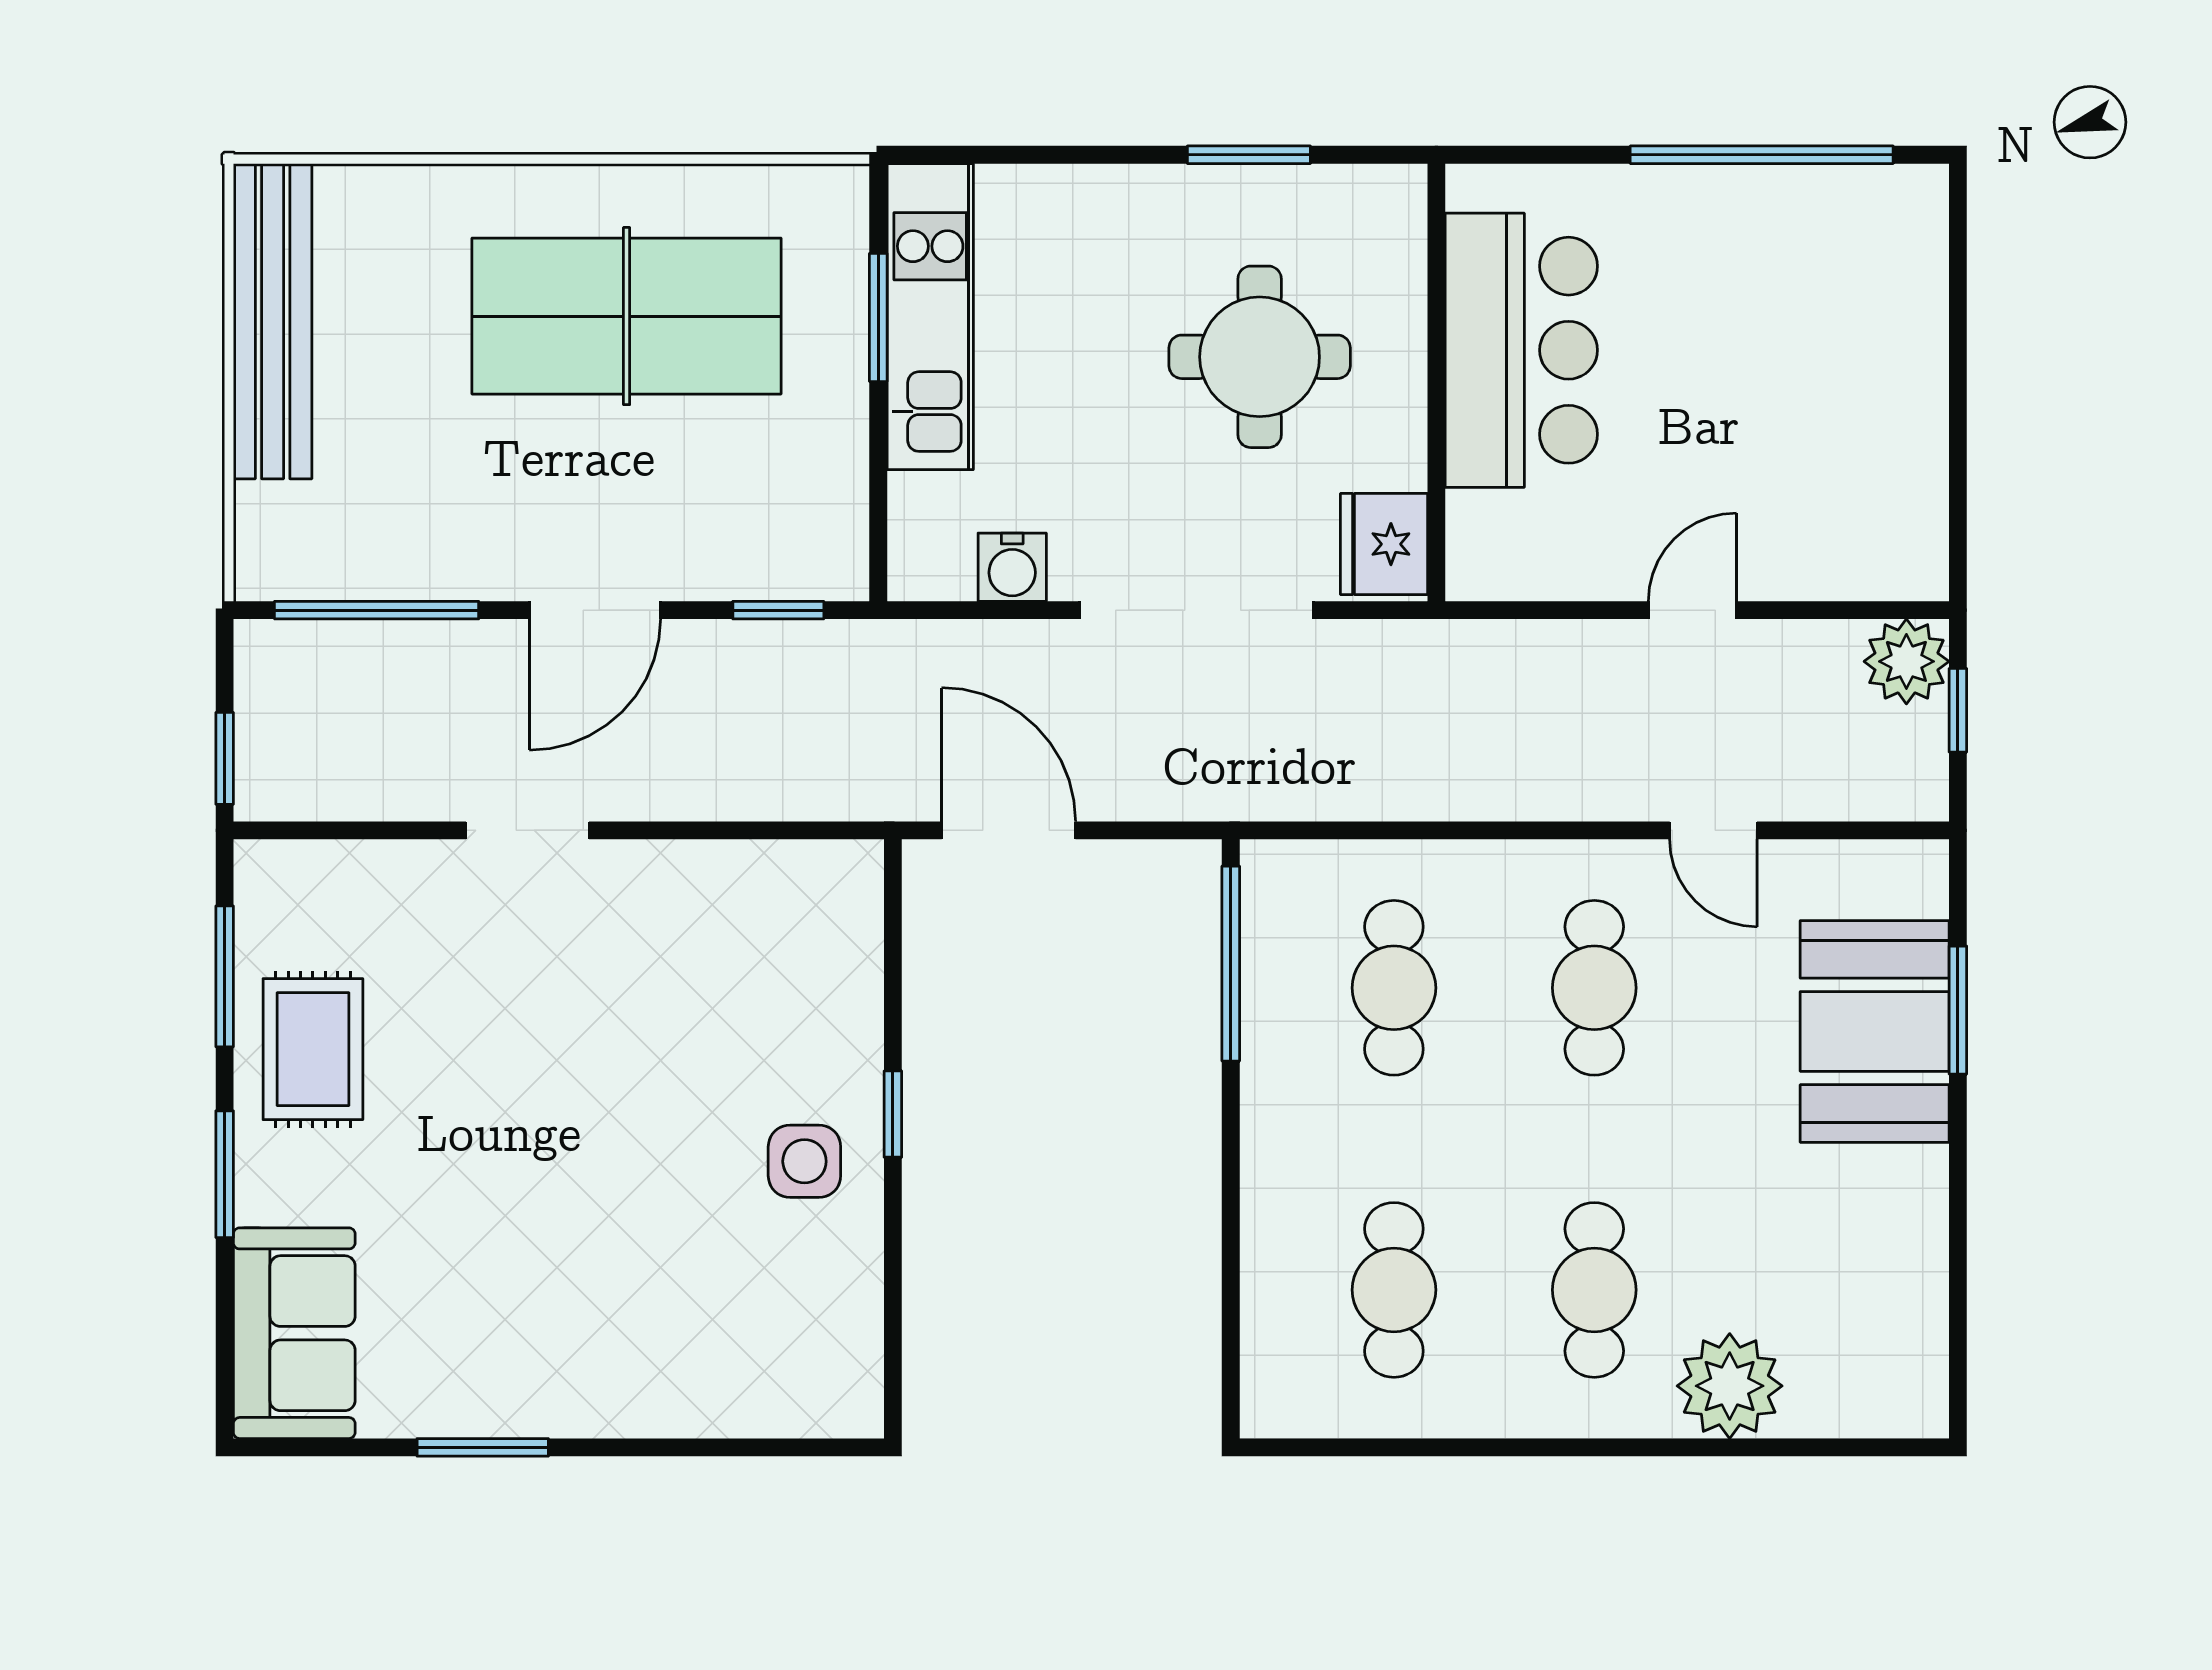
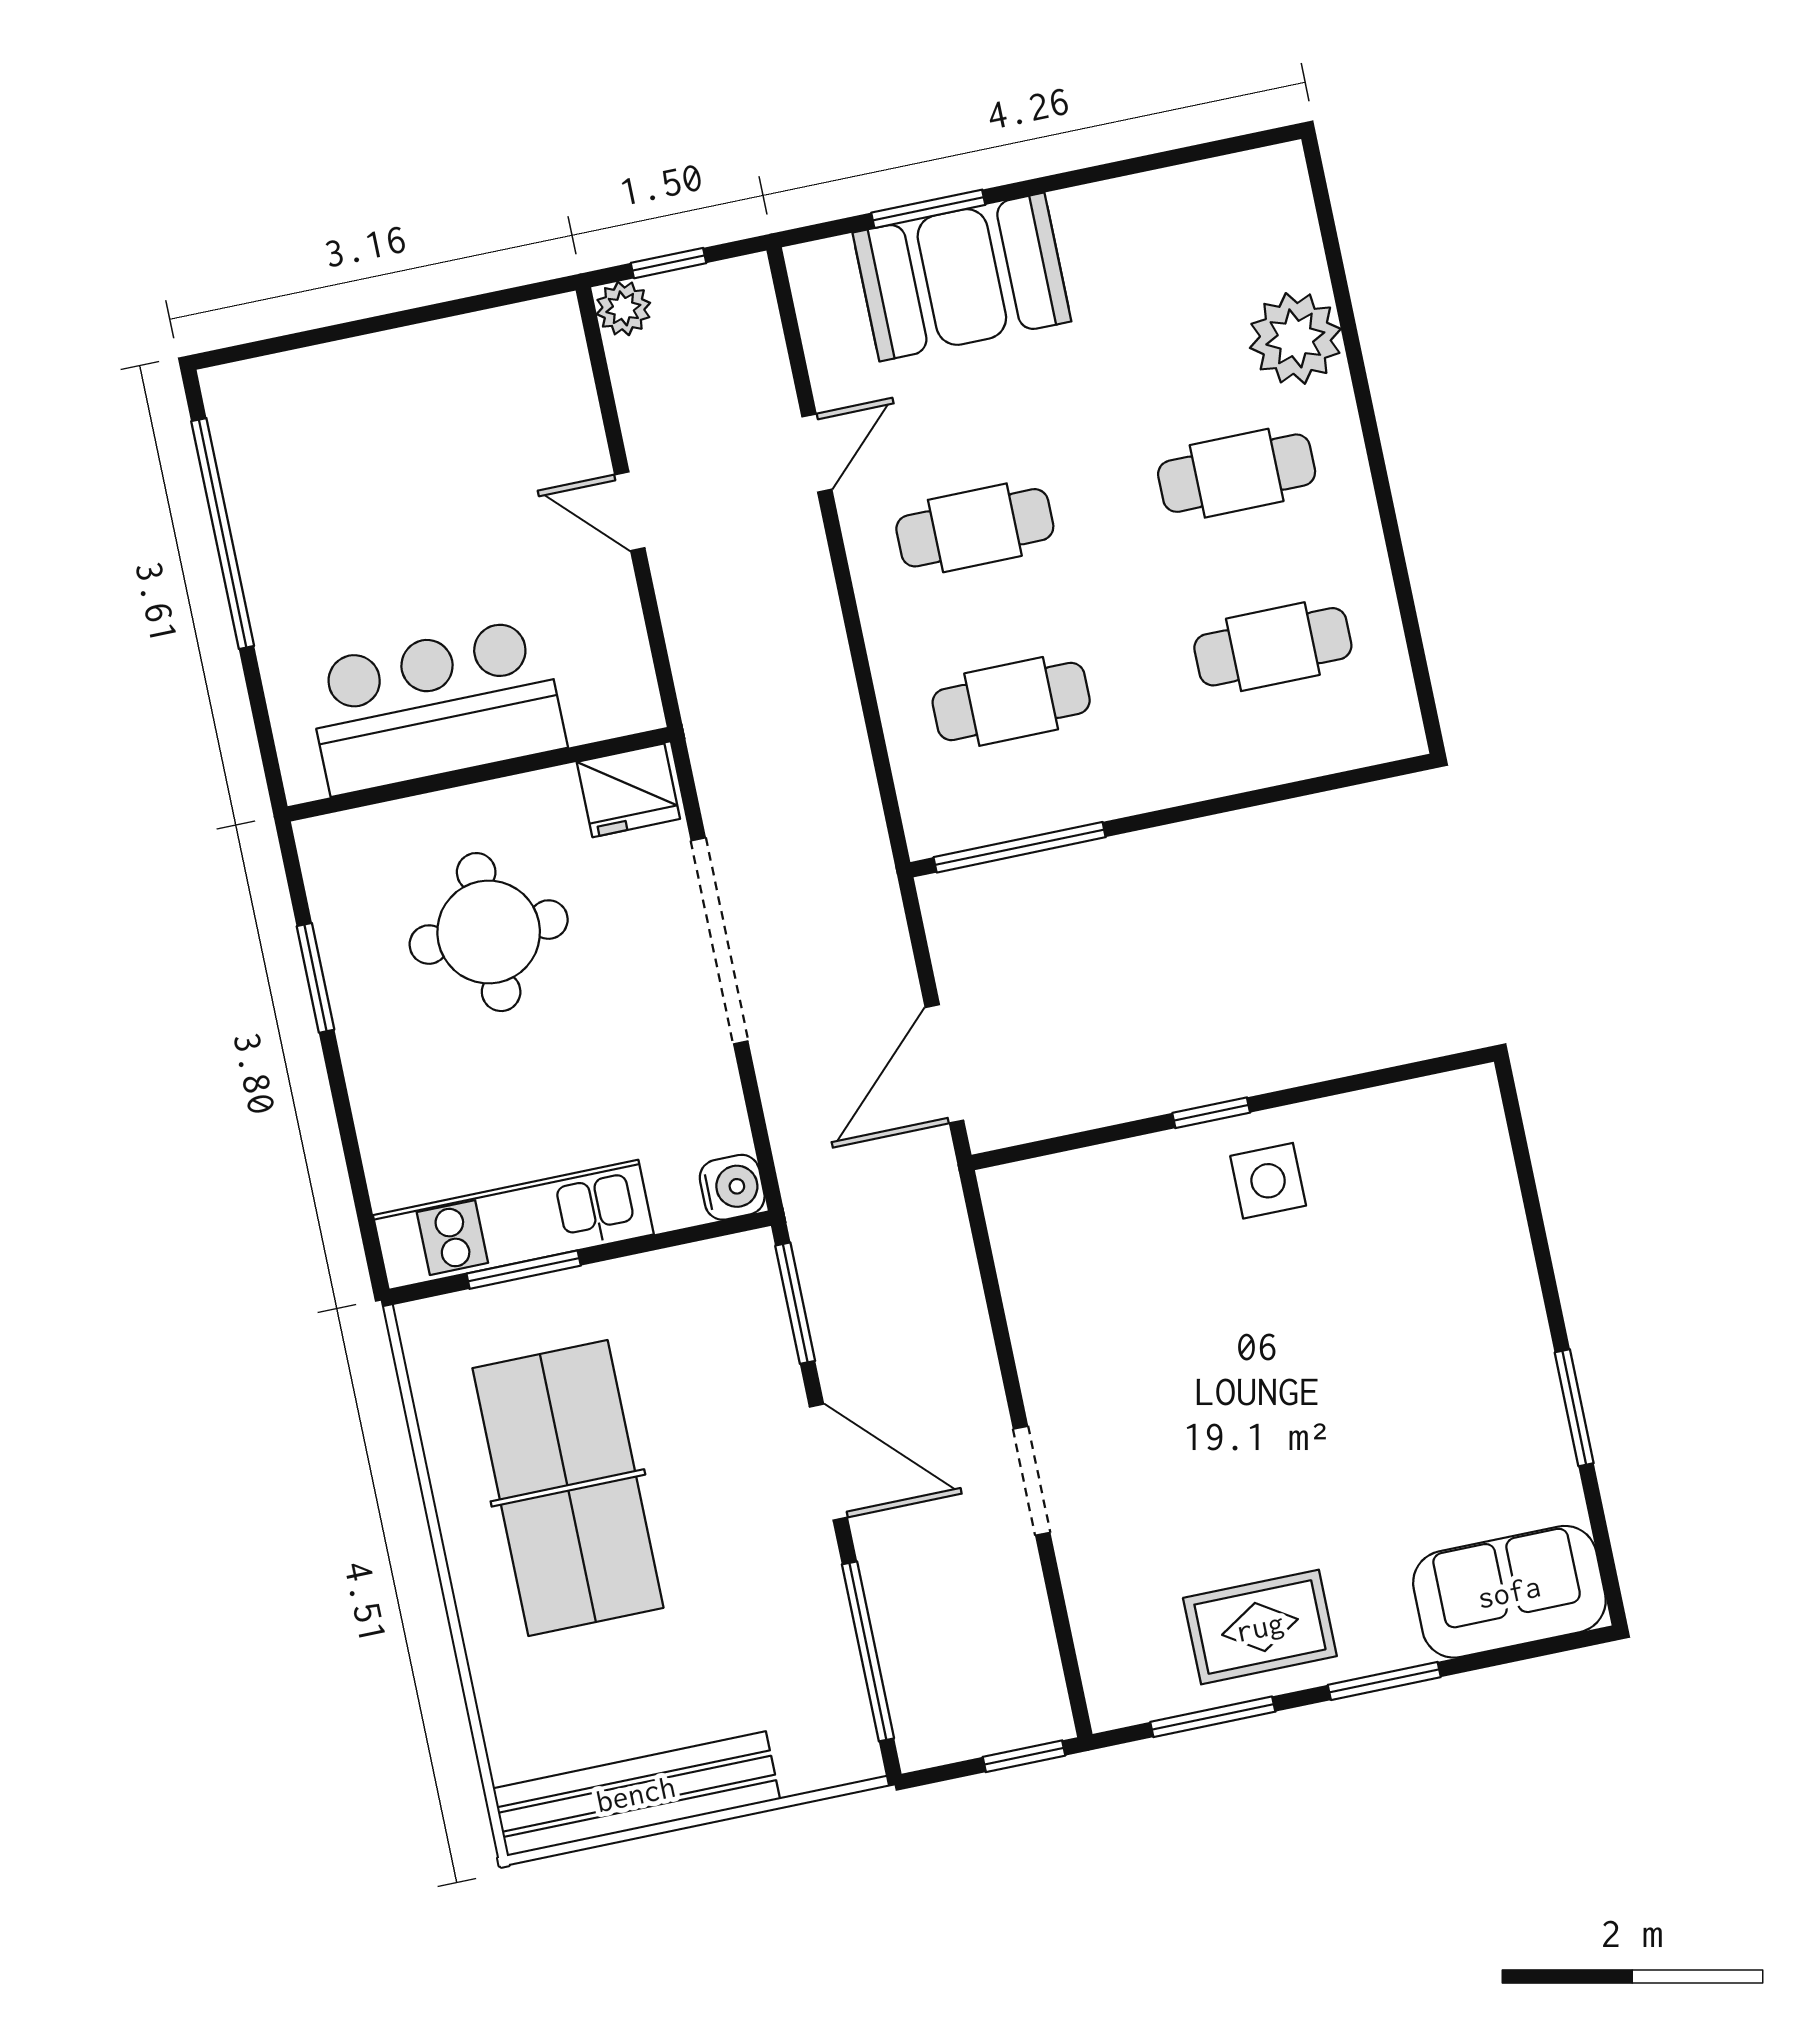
water cooler: (1012, 567) -> (732, 1187), moved
window: (778, 610) -> (795, 1303), width x1.50
plant: (1906, 661) -> (623, 308), width x0.73, depth x0.73

